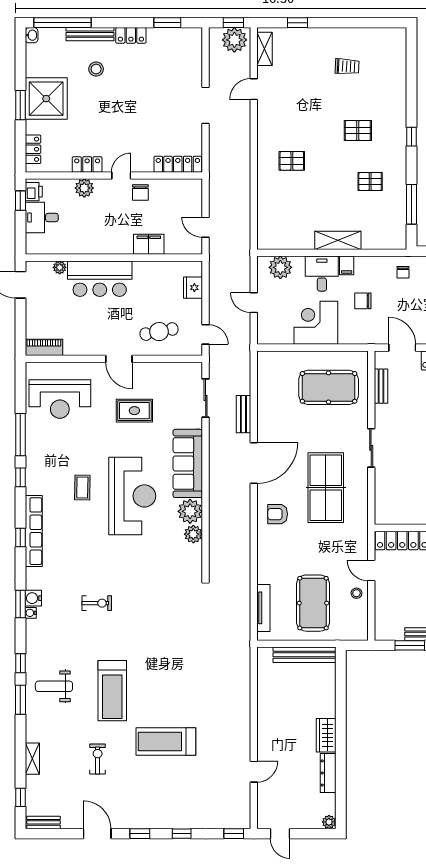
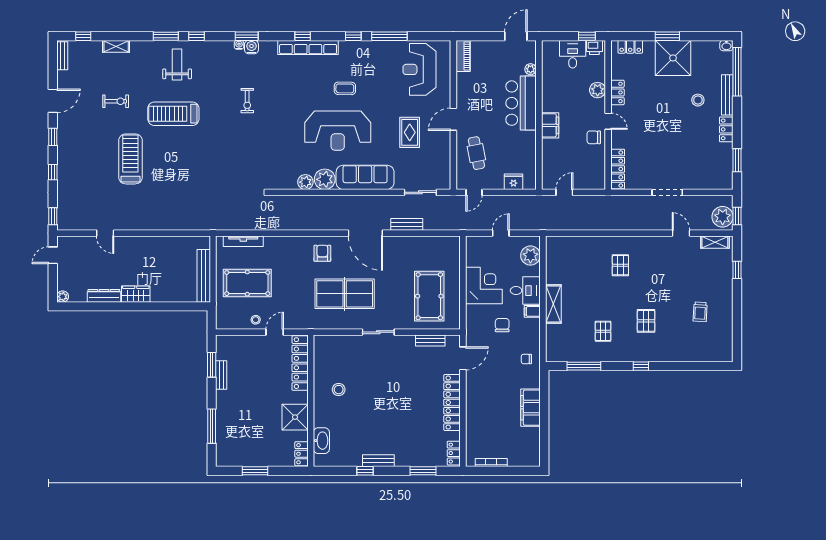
filing cabinet: (149, 244) -> (550, 125), moved

